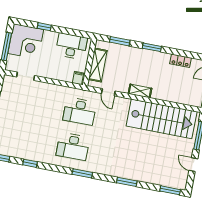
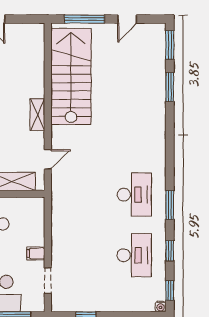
filing cabinet: (78, 78) -> (36, 253), moved
desk: (80, 111) -> (134, 255), moved
window: (82, 173) -> (170, 205), moved
window: (127, 182) -> (170, 87), moved

